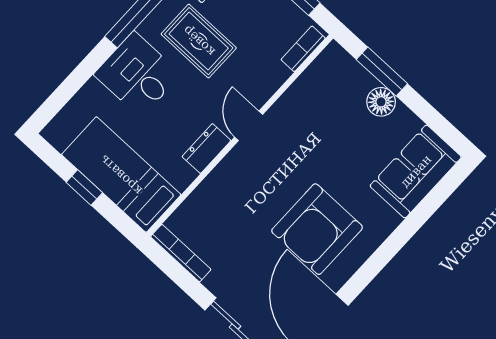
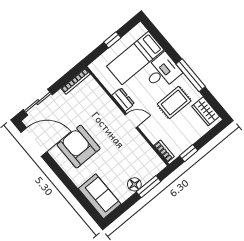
bed: (121, 175) -> (135, 58), moved, turned 180

